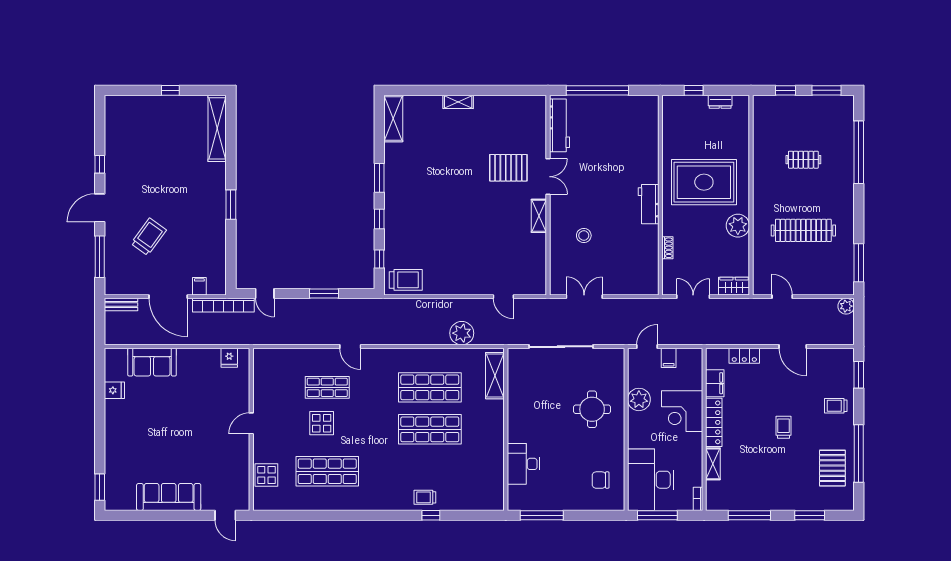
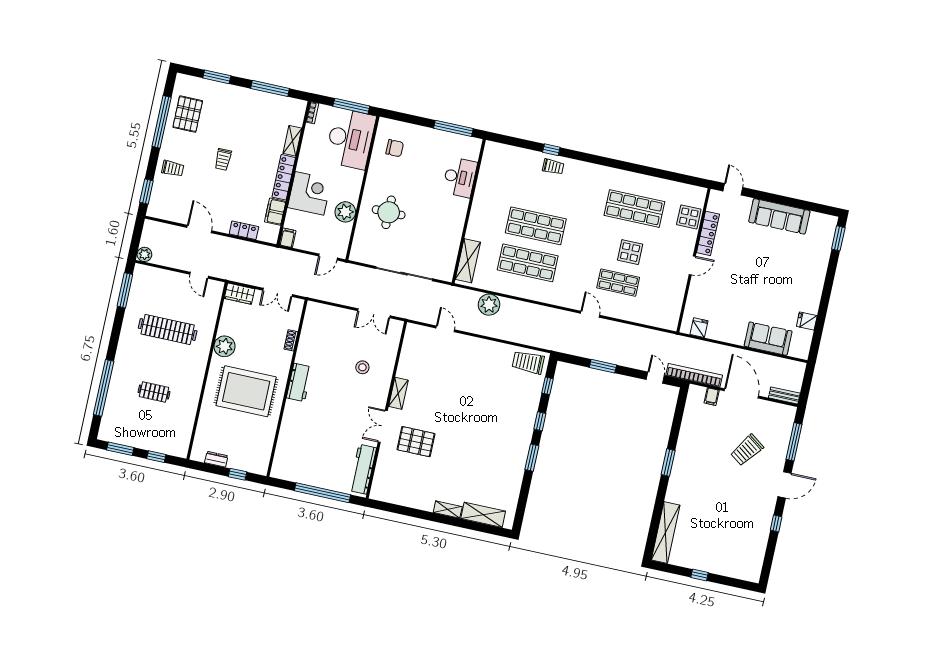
shelving: (393, 118) -> (483, 515), moved, turned 90
filing cabinet: (669, 358) -> (288, 238), moved
locker: (242, 462) -> (708, 233), added

